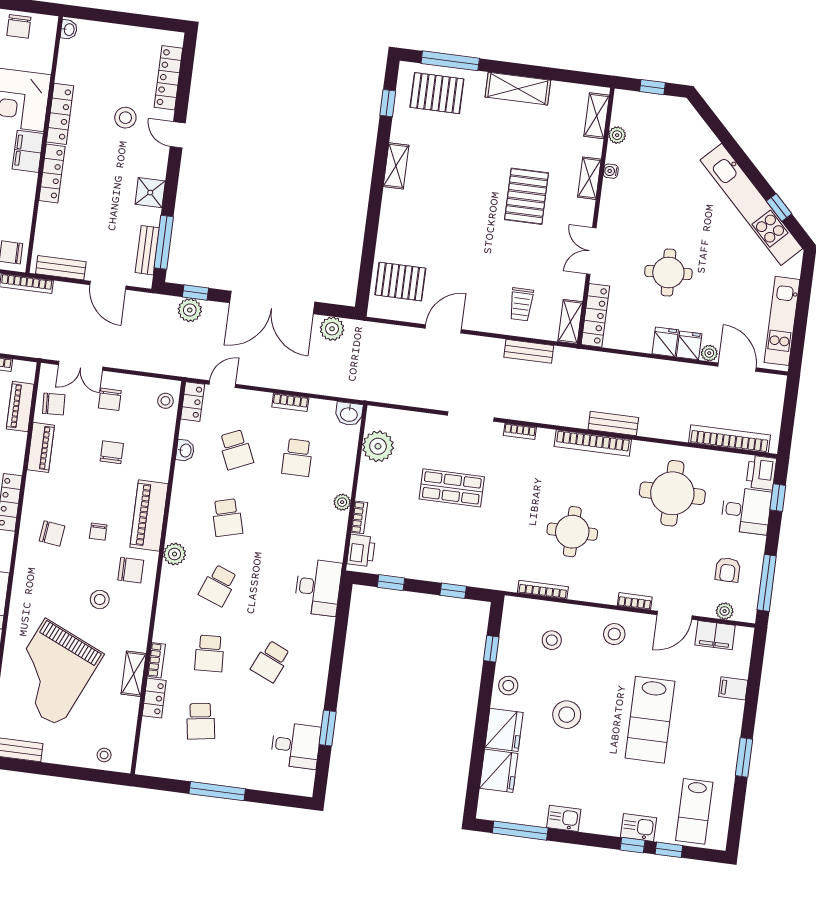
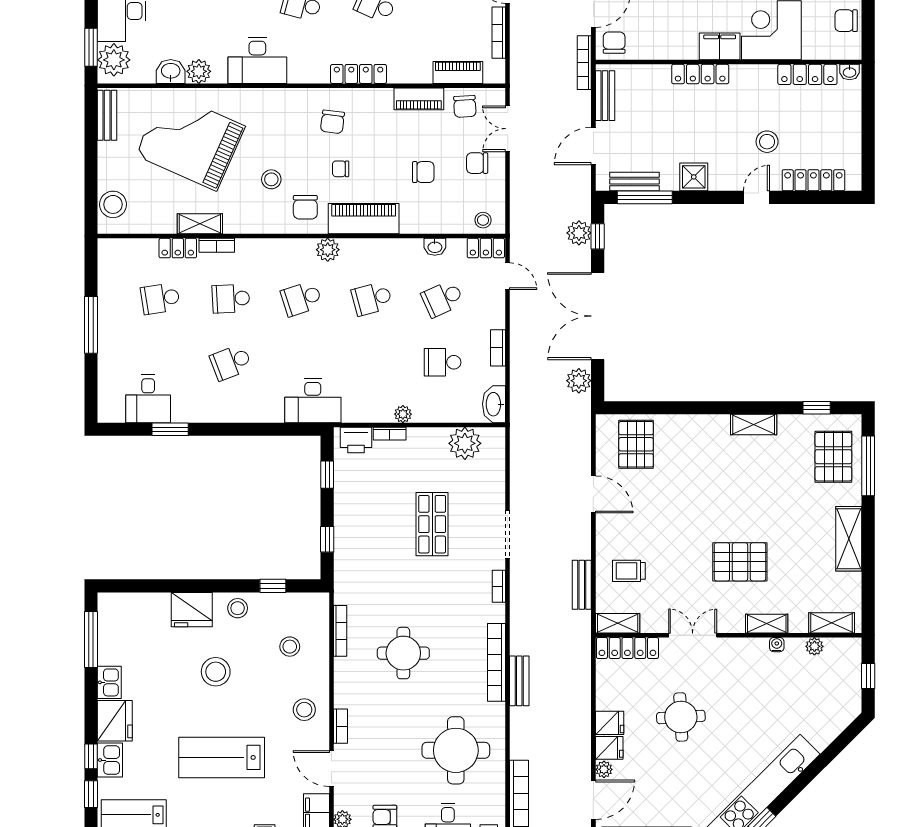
locker: (60, 114) -> (807, 74), moved
washbasin: (349, 414) -> (494, 404), width x1.38
school desk: (218, 585) -> (301, 299), turned -39
school desk: (271, 661) -> (231, 362), turned -45
stool: (104, 755) -> (113, 204), width x1.89, depth x1.89
fridge: (499, 771) -> (115, 721), moved, turned -90

